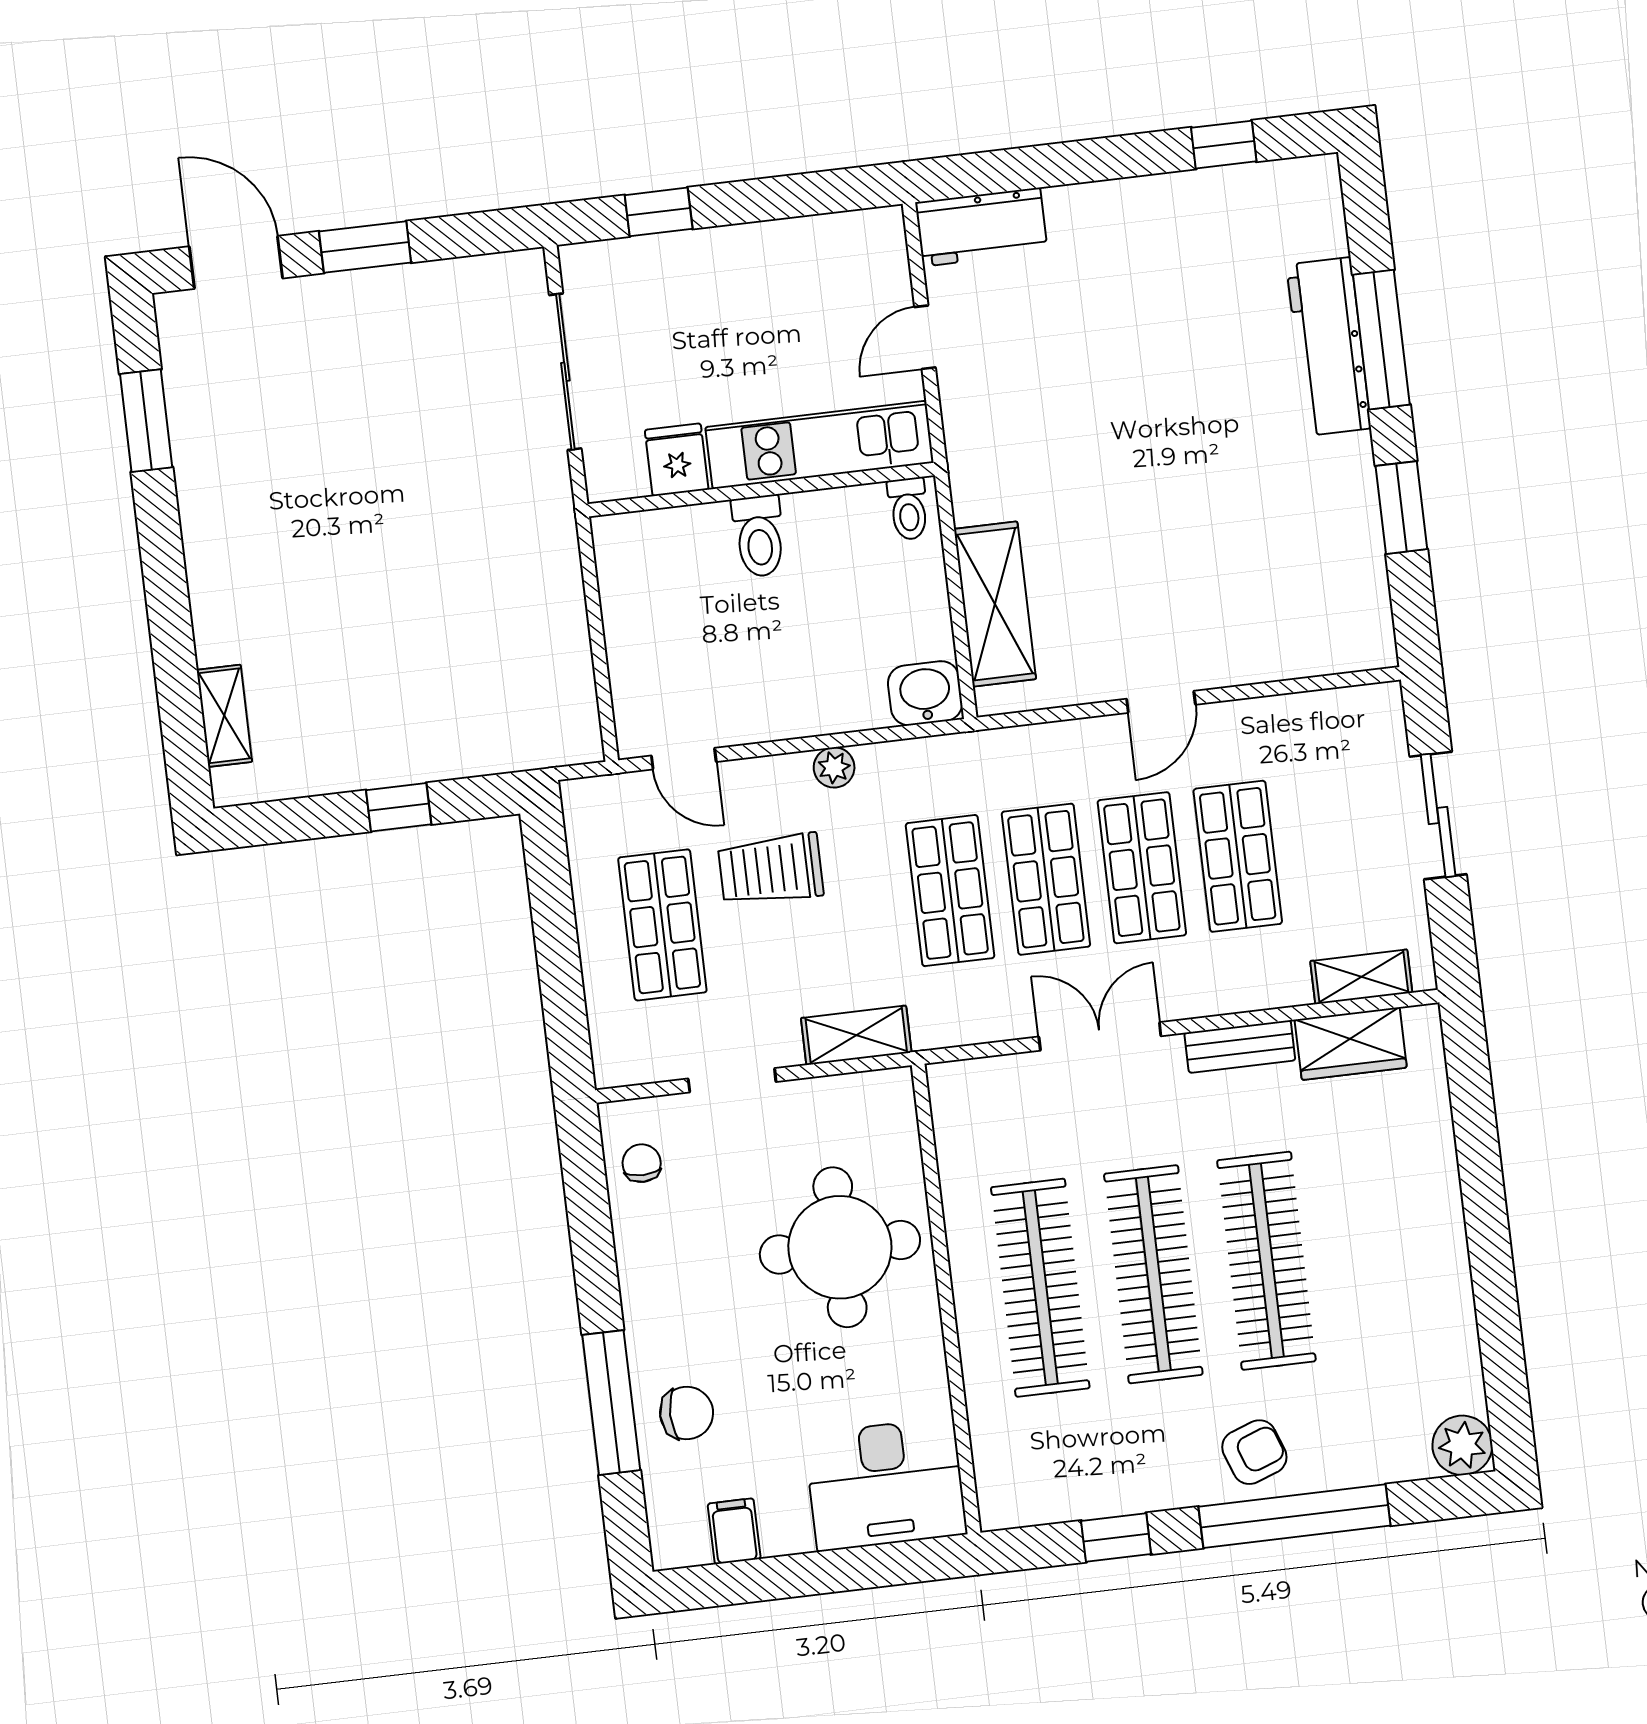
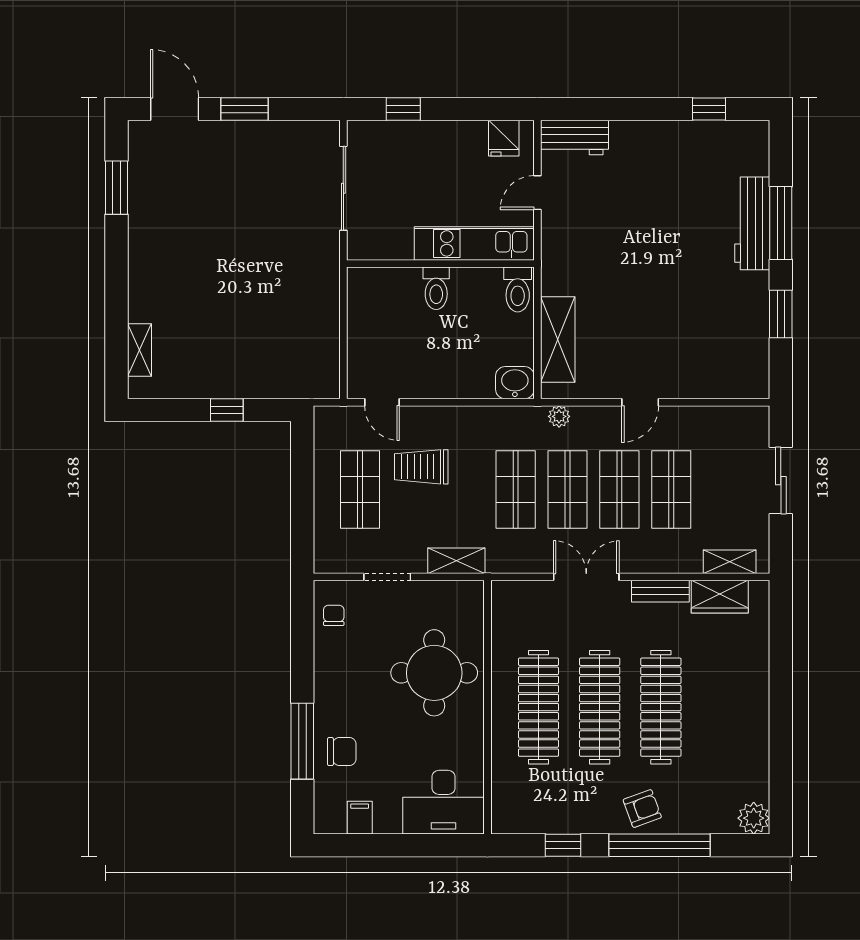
fridge: (677, 460) -> (504, 138), moved, turned 180
toilet: (908, 509) -> (518, 289), width x1.37, depth x1.39
plant: (834, 767) -> (559, 416), moved

